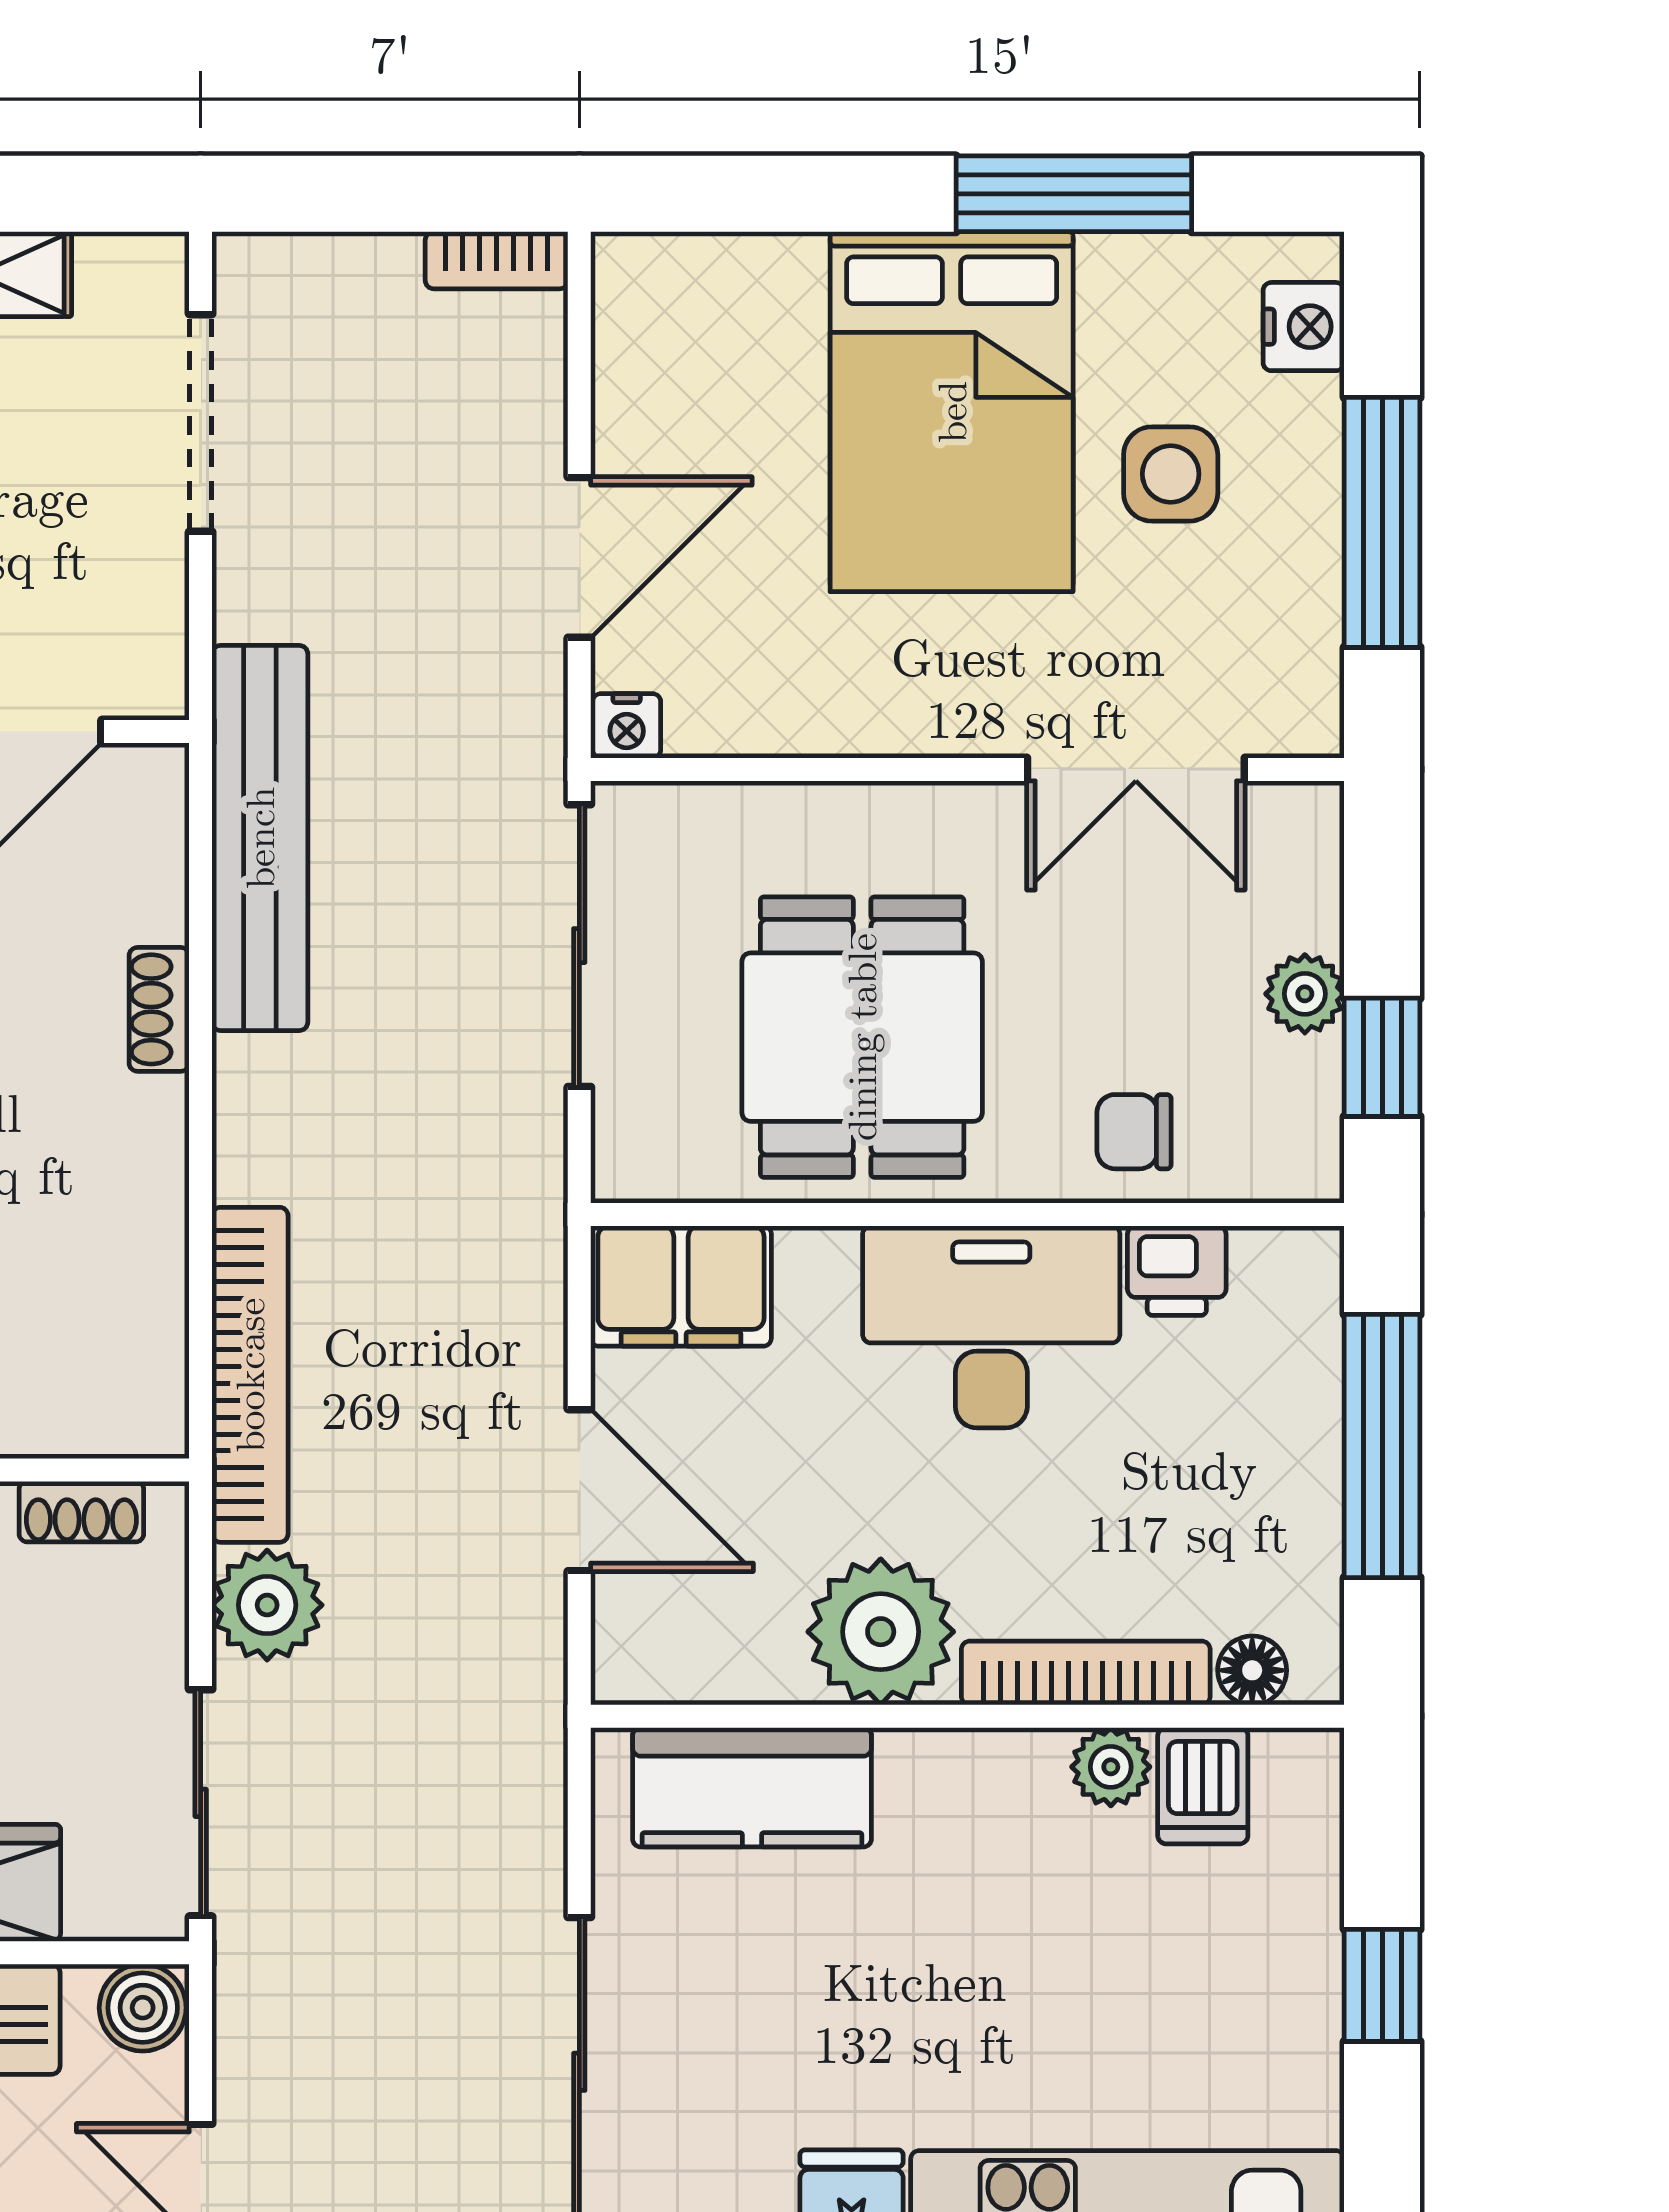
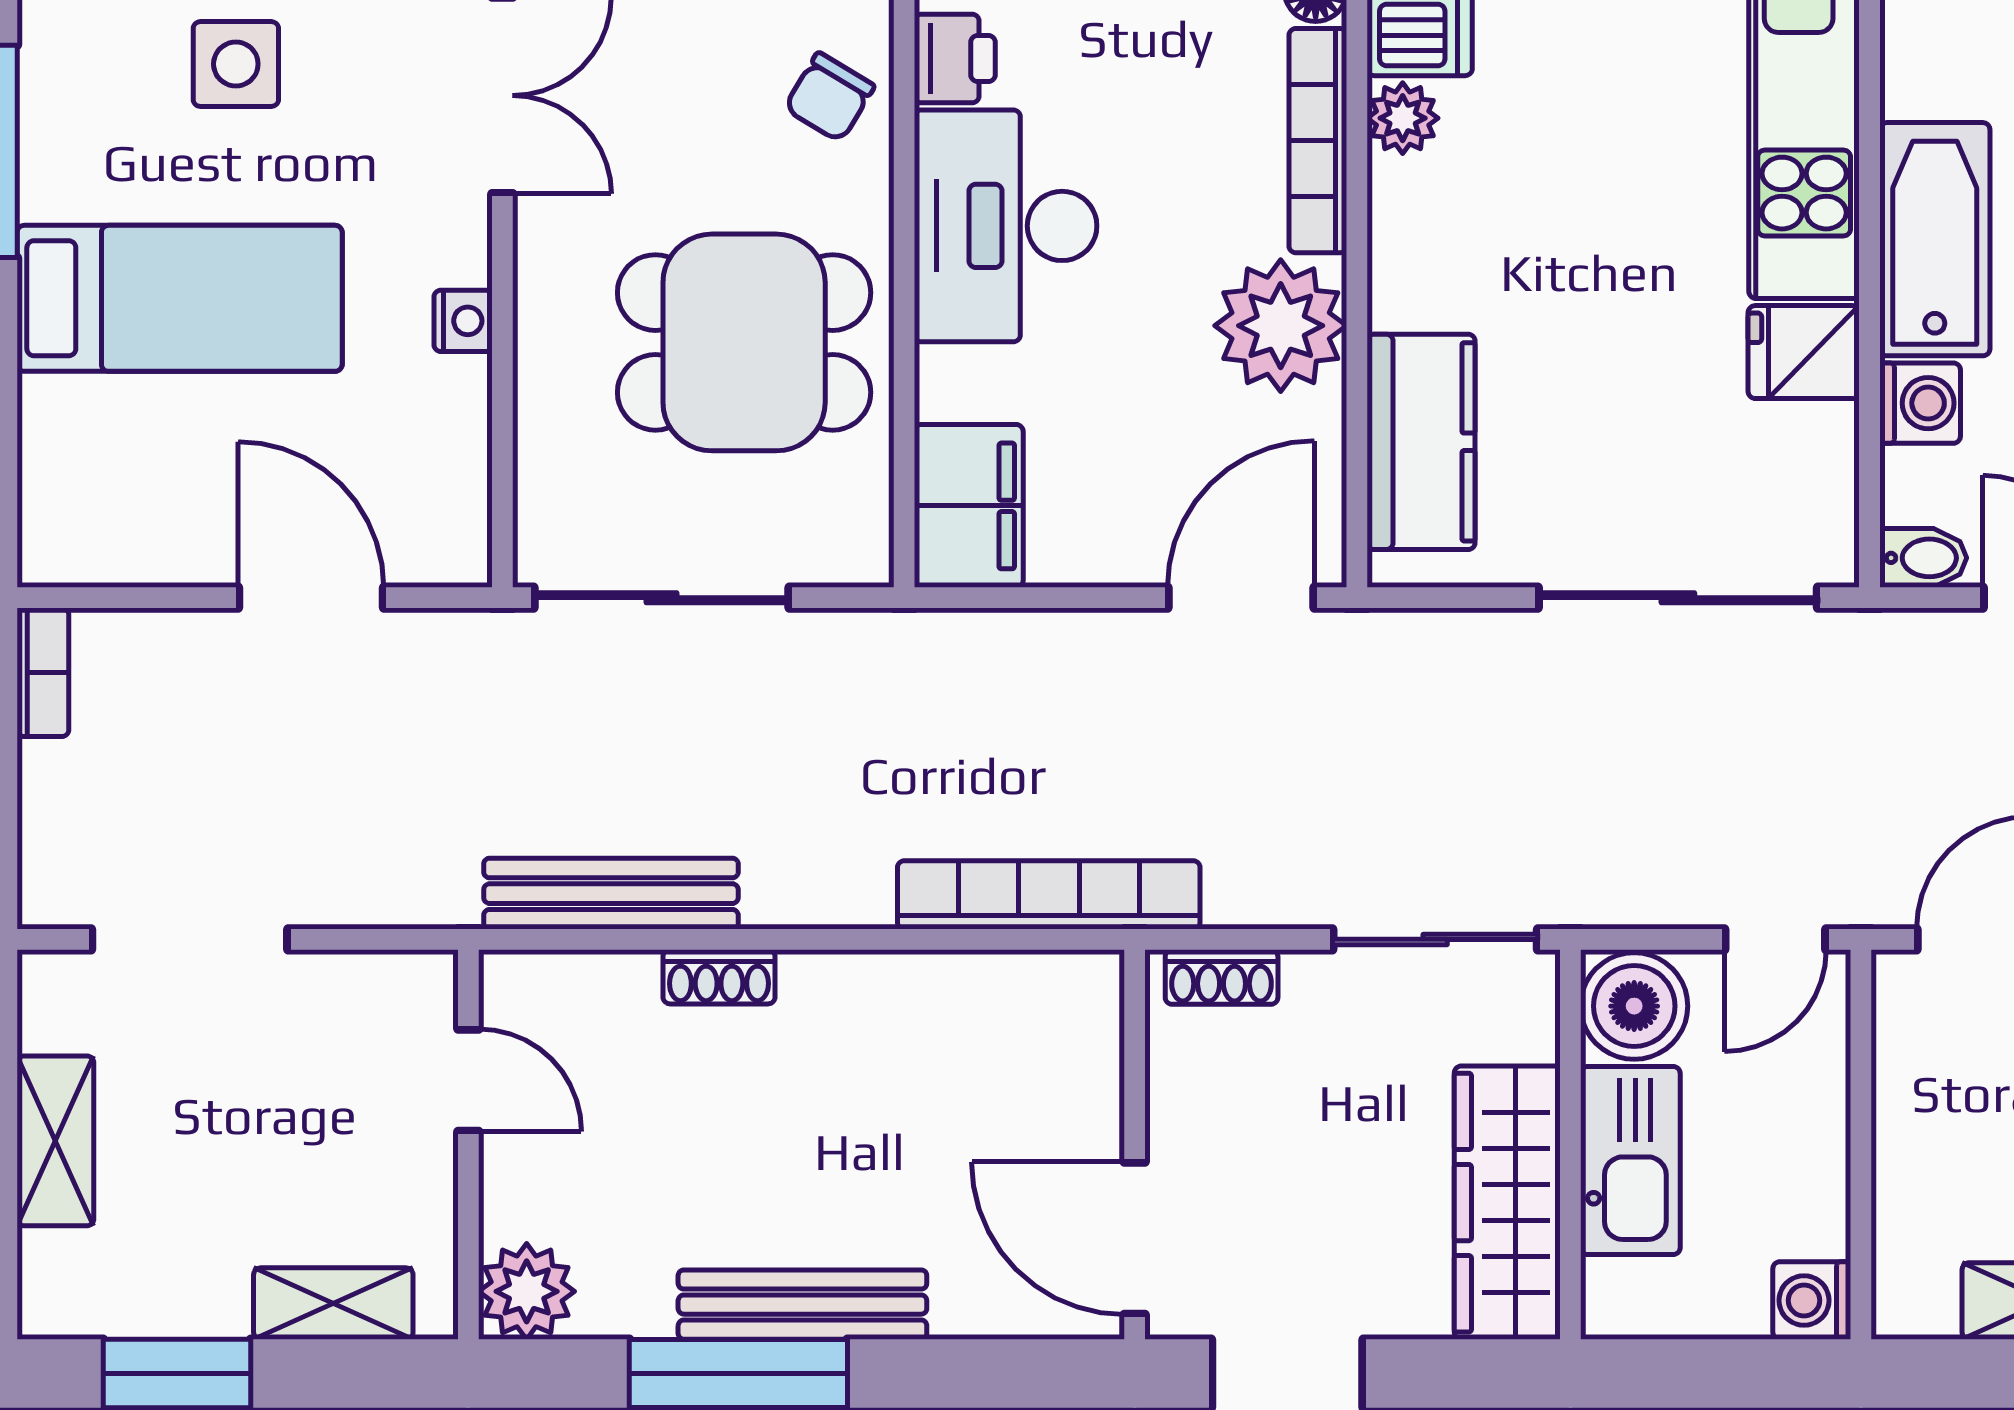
bed: (952, 412) -> (180, 298), width x0.67
nightstand: (627, 726) -> (463, 321), moved
bench: (260, 838) -> (611, 894), width x0.73, depth x0.82
chair: (1134, 1132) -> (829, 97), turned 31
door: (579, 1490) -> (1241, 598), moved
shoe rack: (81, 1512) -> (1222, 977), moved, turned 90
plant: (267, 1605) -> (1257, 879), removed
boiler: (143, 2008) -> (1634, 1006), width x1.36, depth x1.36

